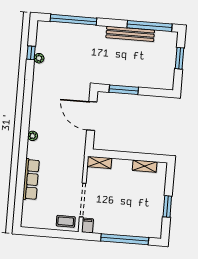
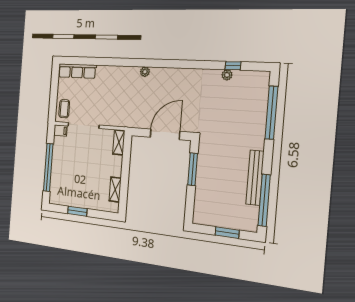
row of seats: (31, 179) -> (77, 71), moved

